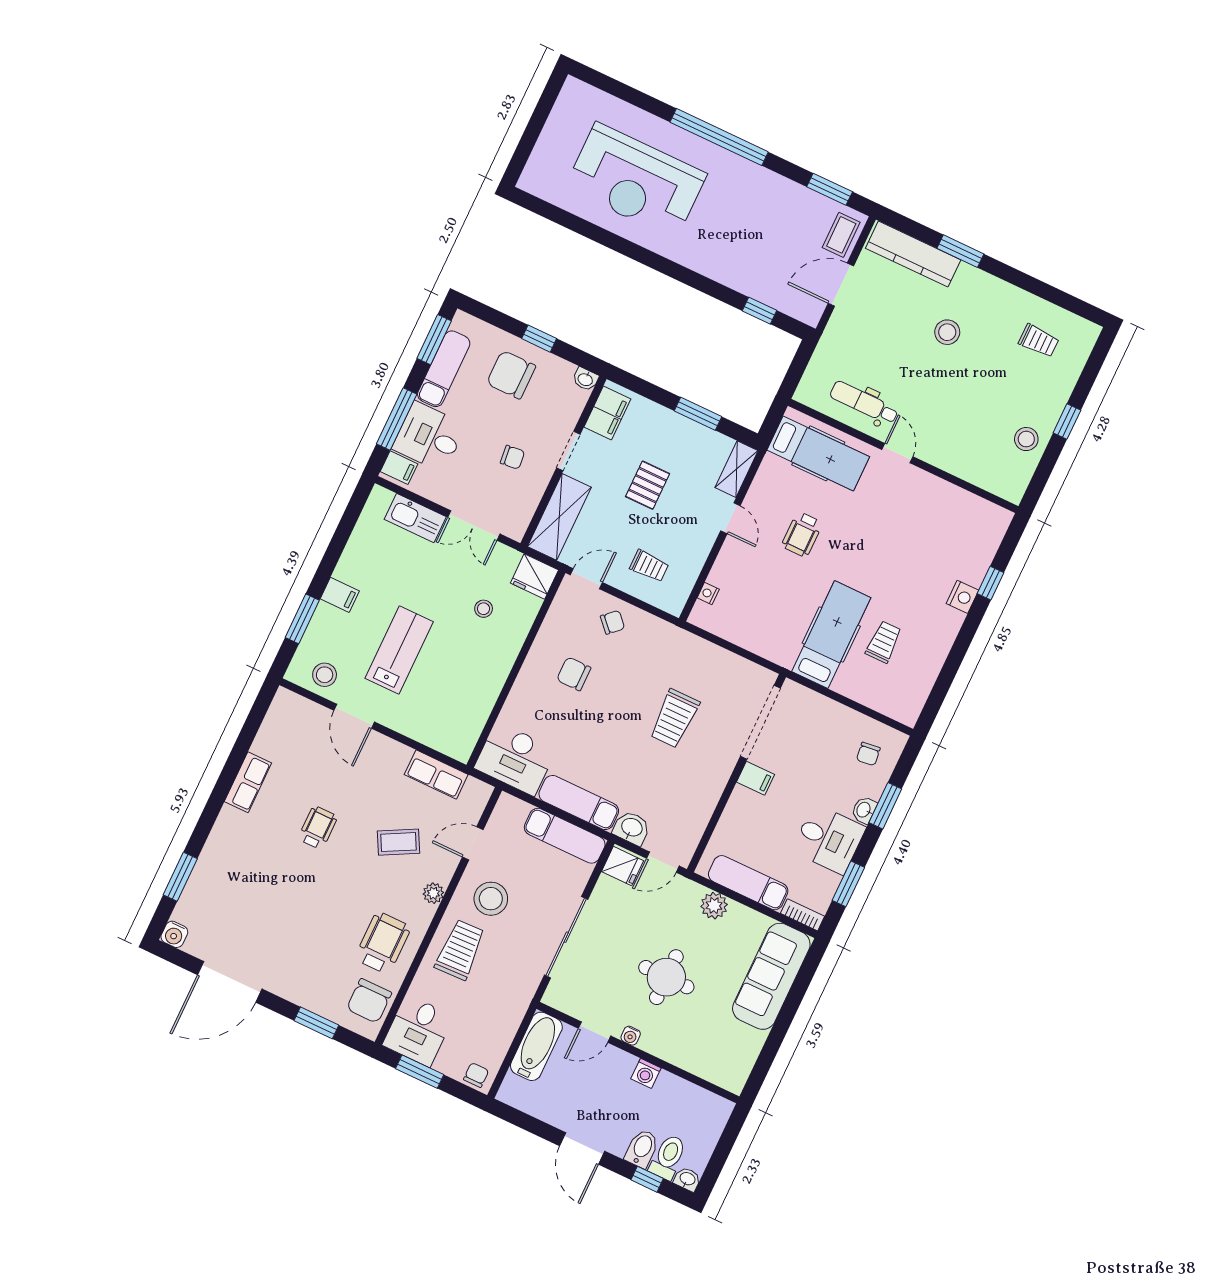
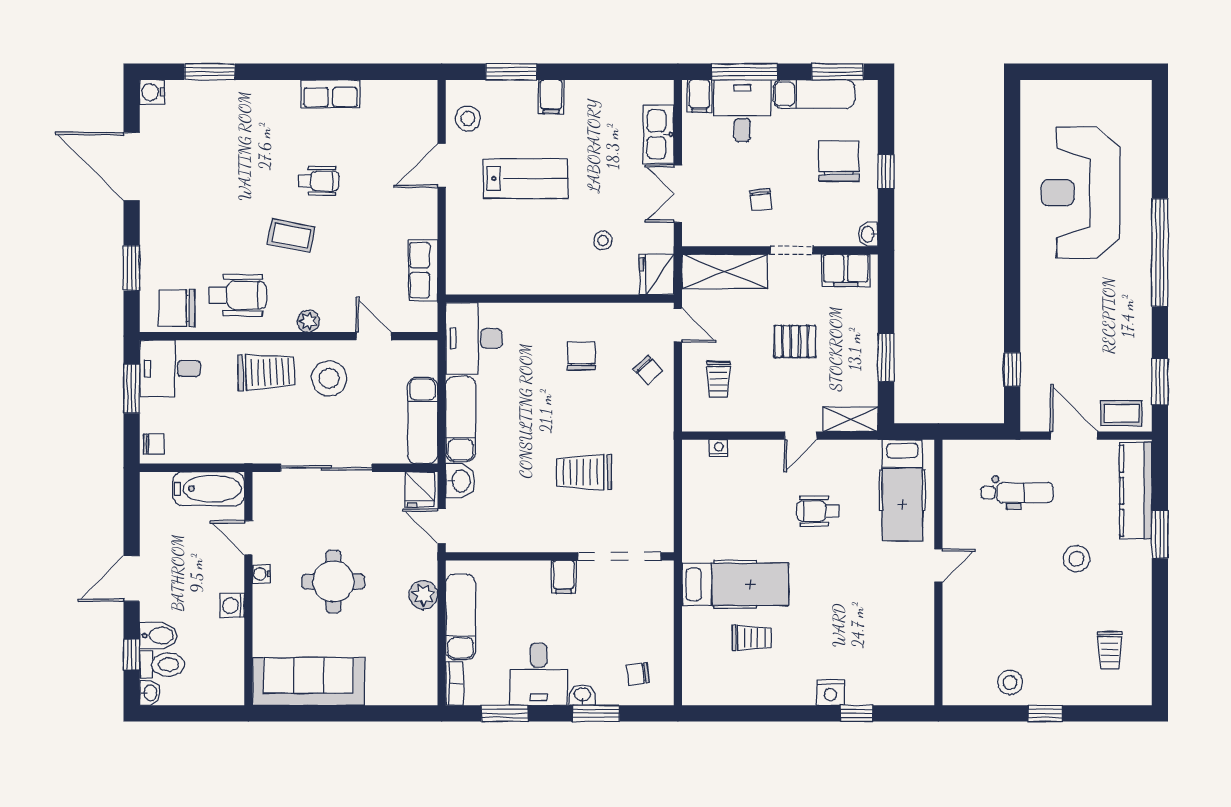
dental chair: (864, 403) -> (1017, 493), moved, turned 90
coffee table: (398, 842) -> (291, 235), moved, turned -51
sofa: (771, 976) -> (309, 681), moved

